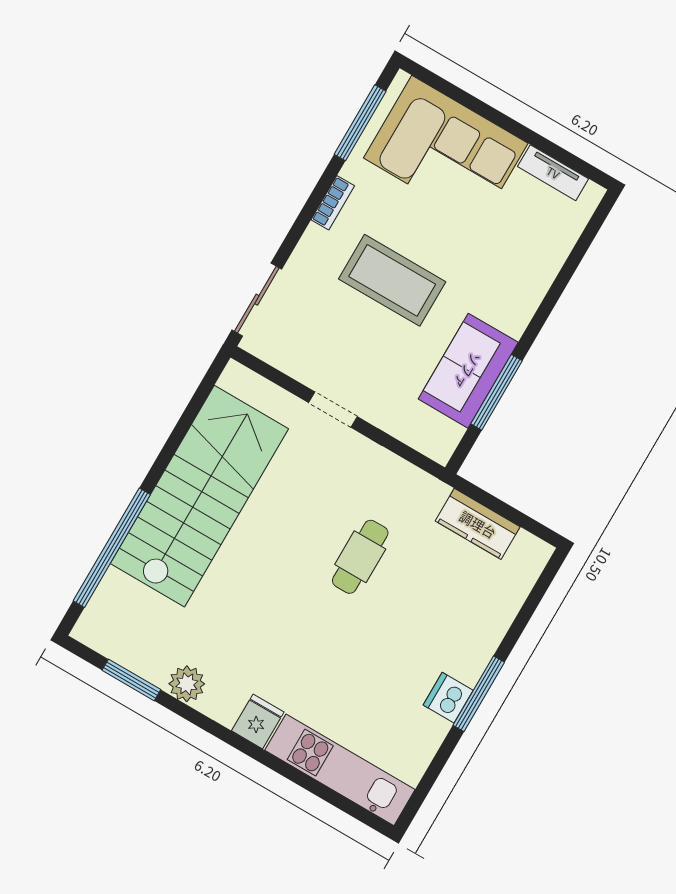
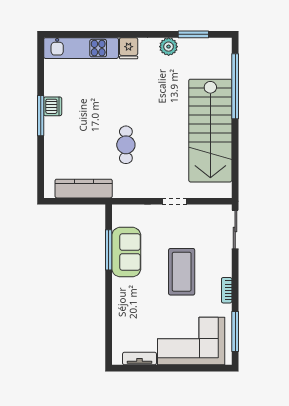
coffee table: (392, 280) -> (182, 272), turned 90
kitchen counter: (478, 524) -> (84, 189), width x1.50

